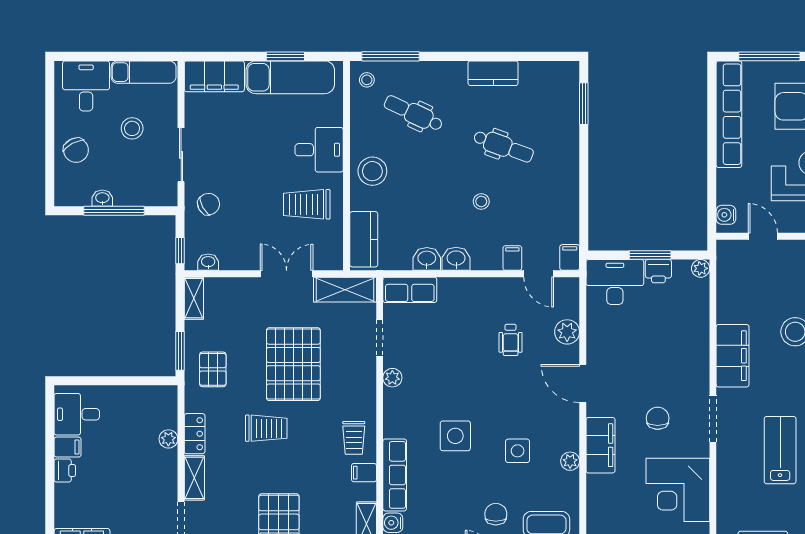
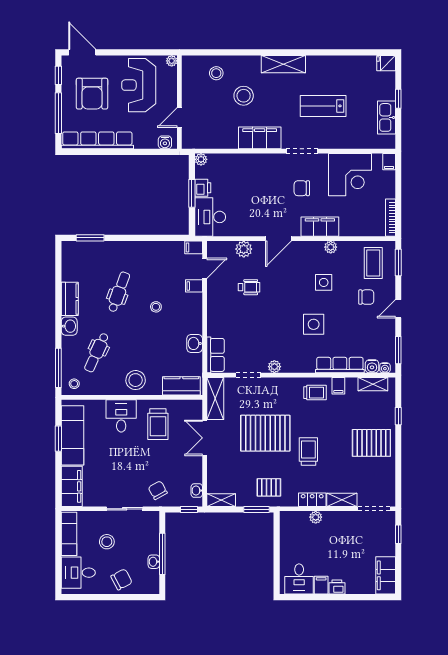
washbasin: (456, 259) -> (69, 326), moved, turned 180
chair: (496, 514) -> (366, 297), turned 180

